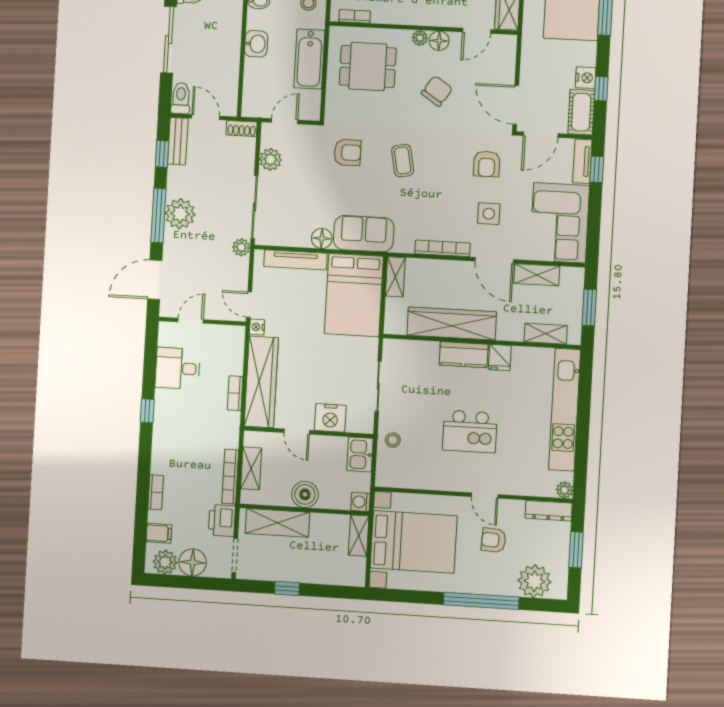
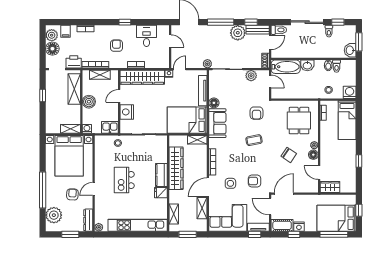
bathtub: (309, 59) -> (286, 67), moved, turned 180
plant: (180, 214) -> (238, 33), moved
armchair: (194, 431) -> (116, 46), added

